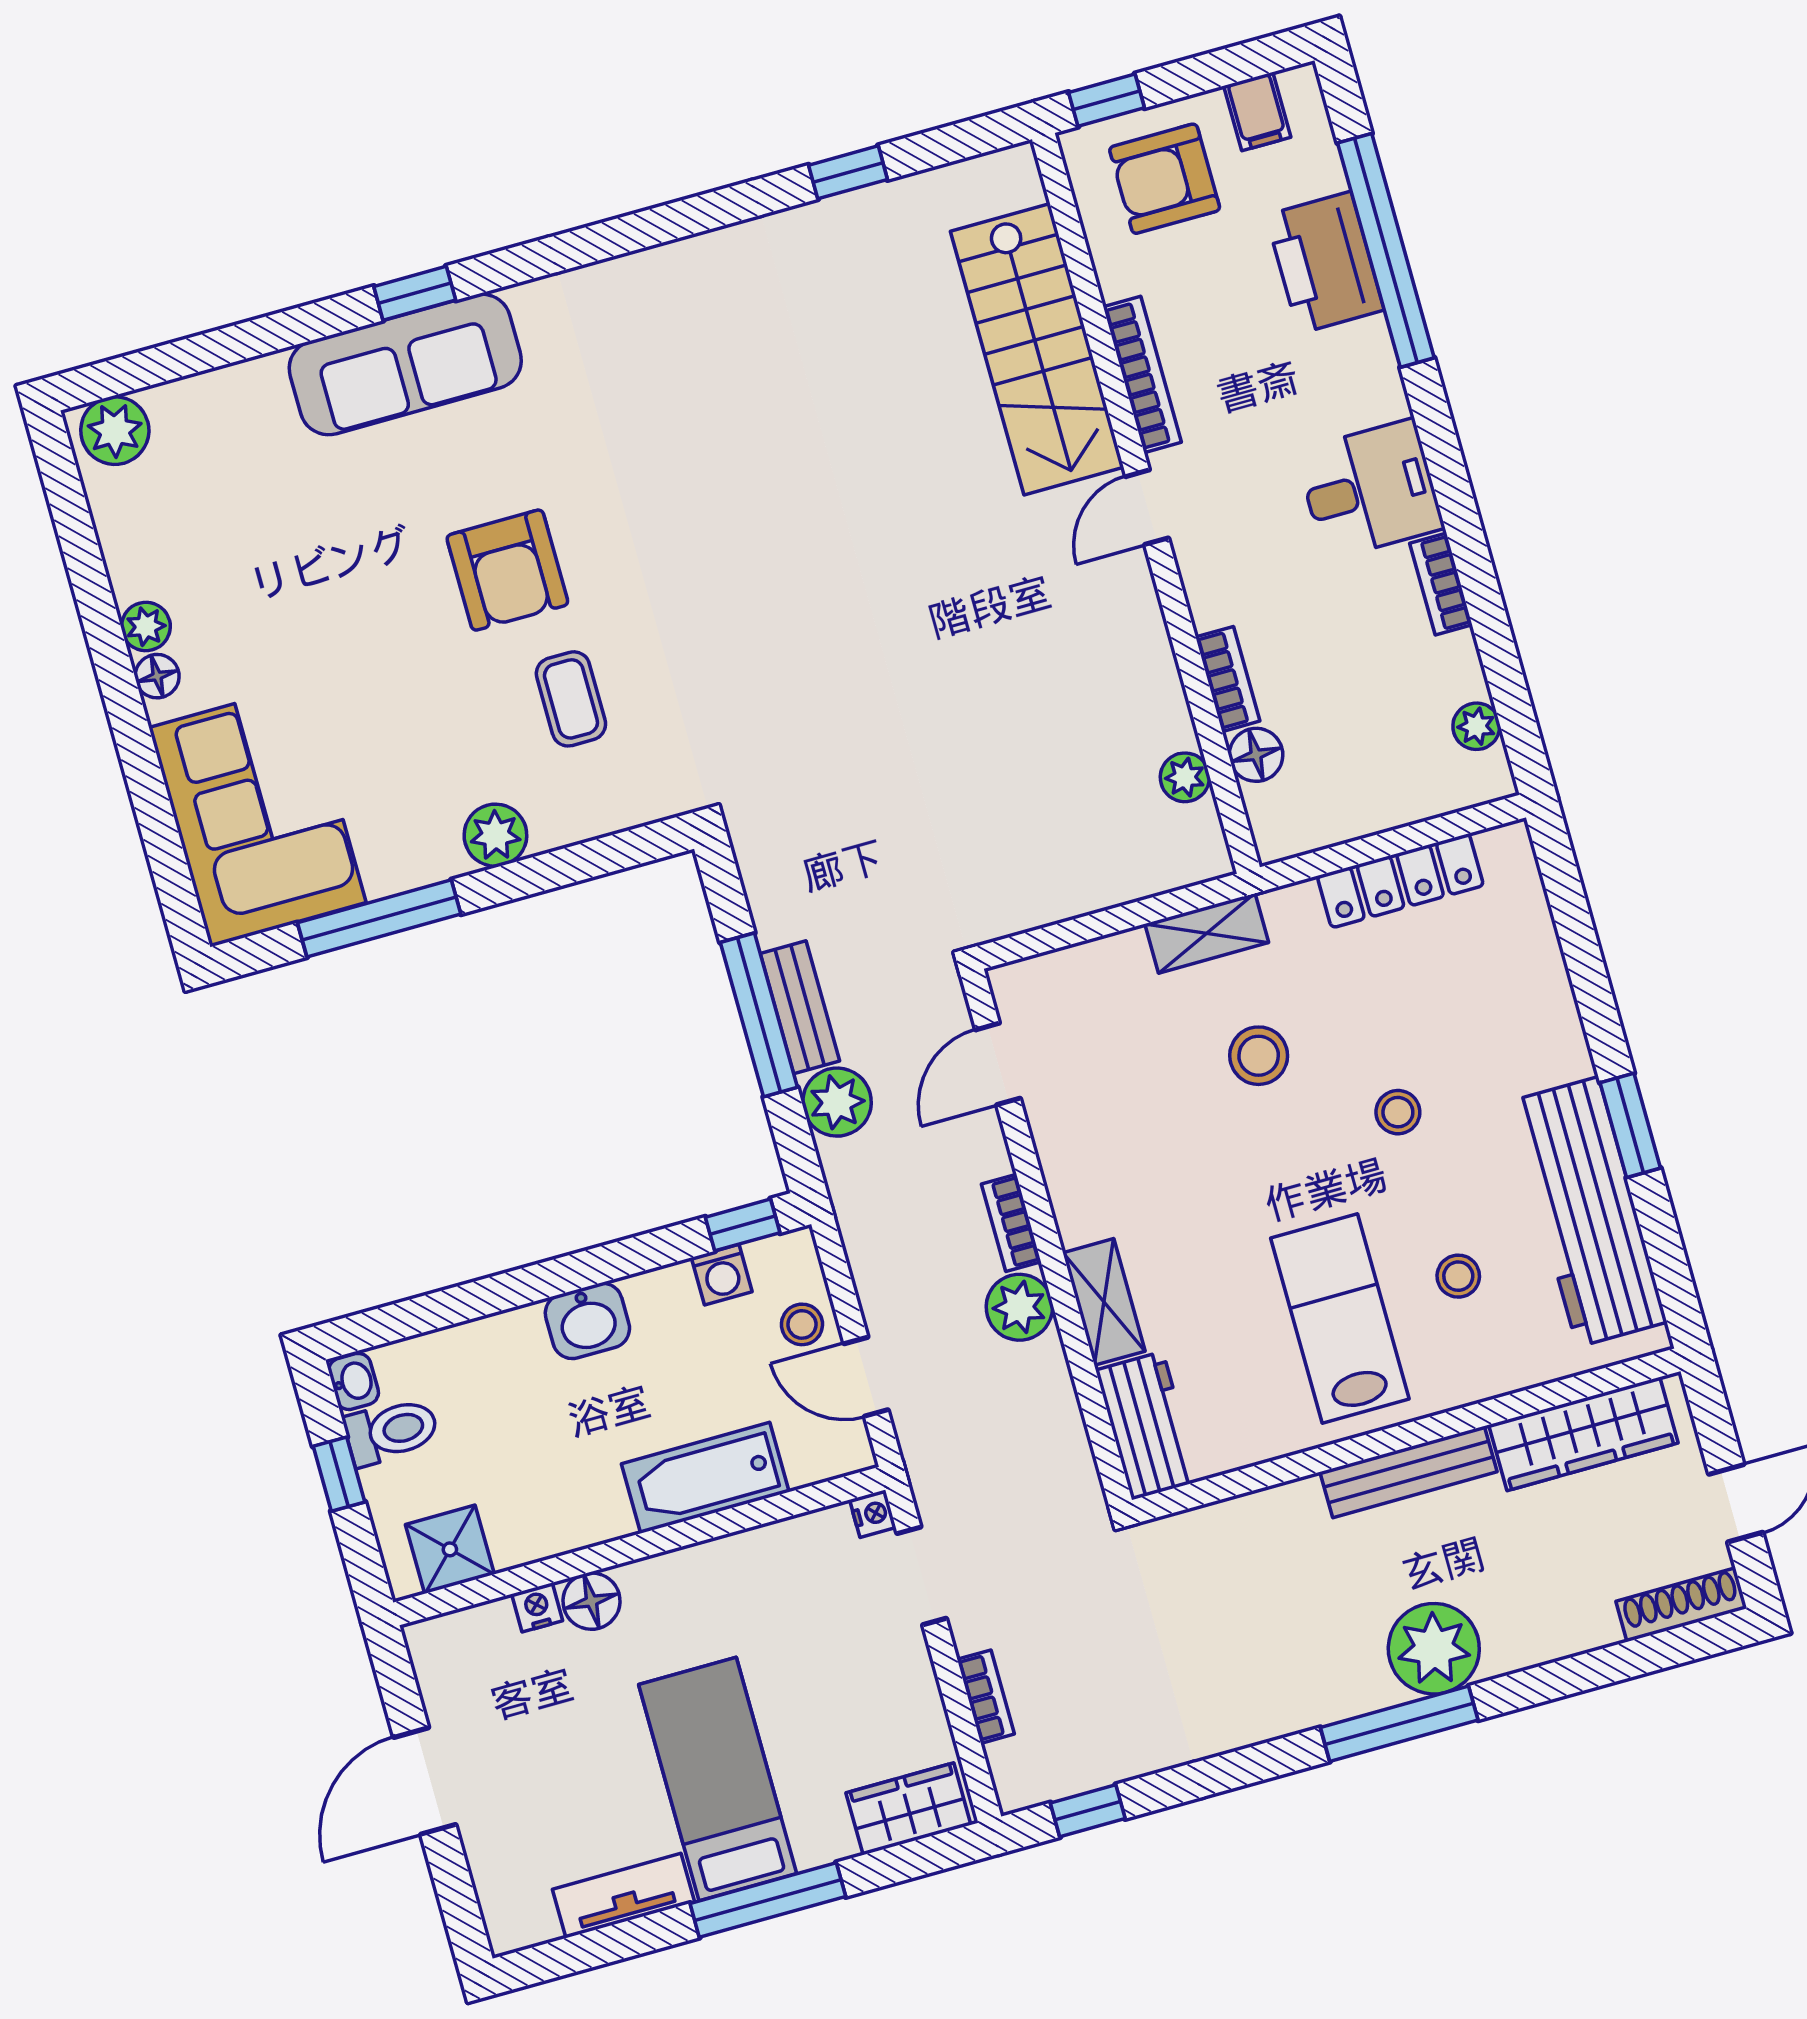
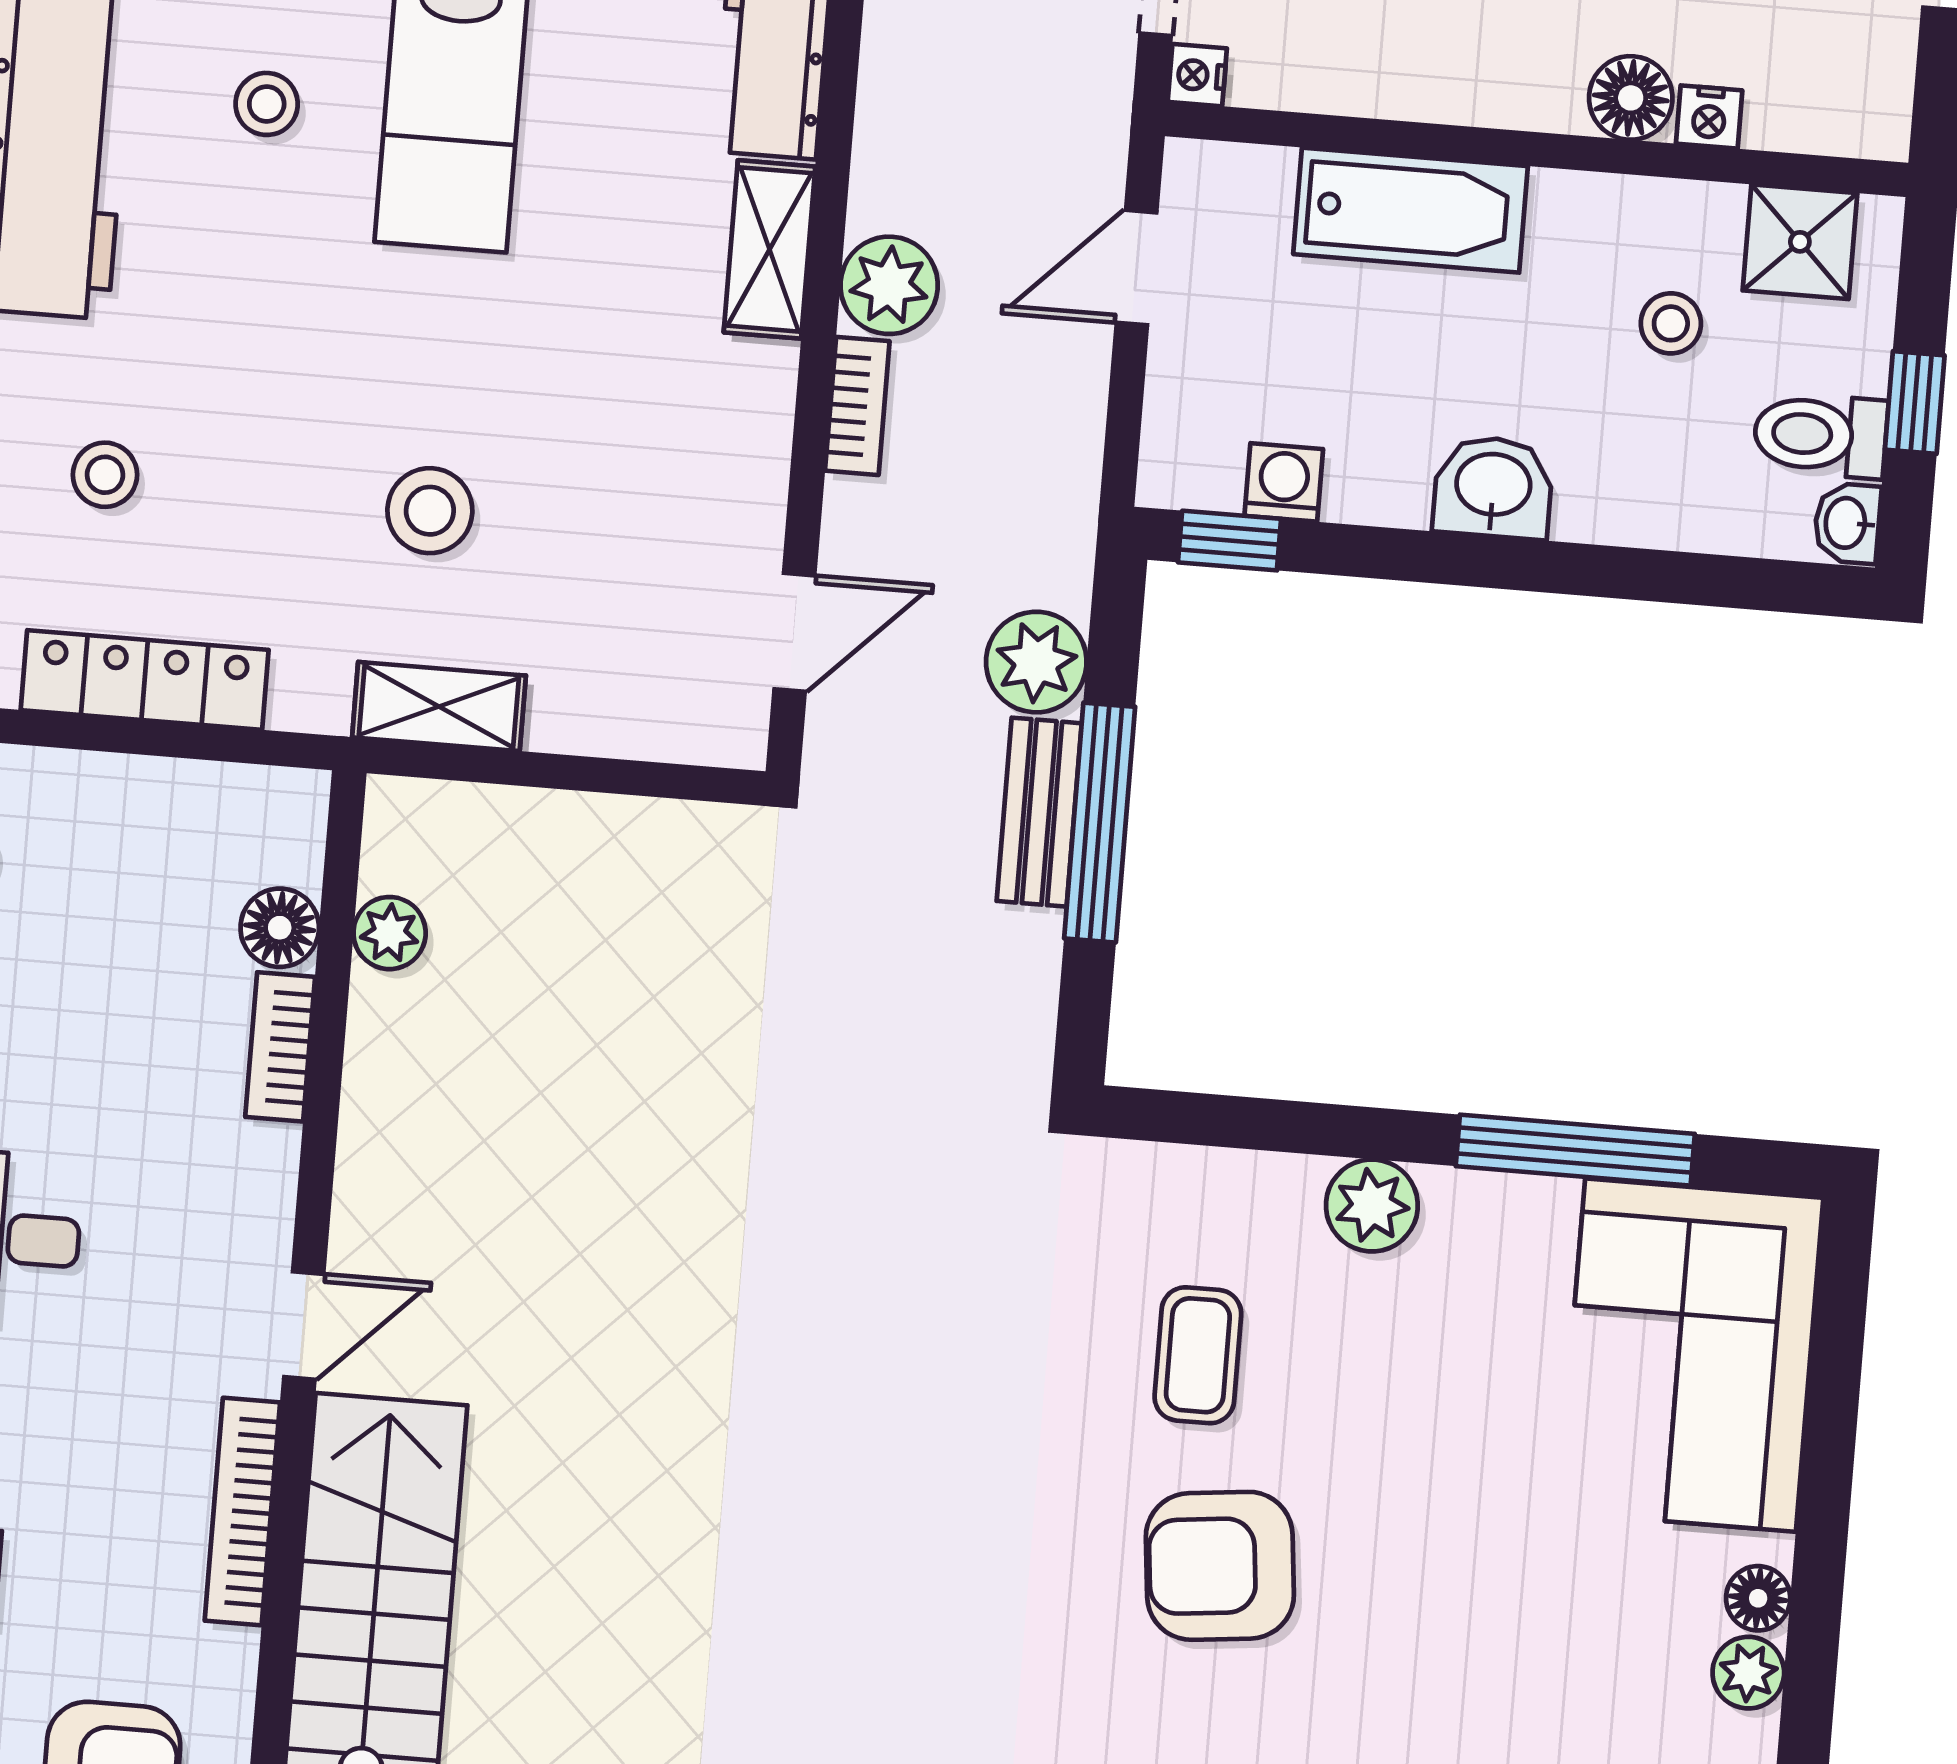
armchair: (507, 570) -> (1220, 1566), turned -96
stool: (1398, 1112) -> (105, 475), moved
stool: (802, 1324) -> (1671, 323), moved
door: (866, 1377) -> (1137, 268), swing flipped

